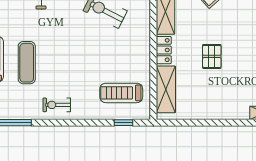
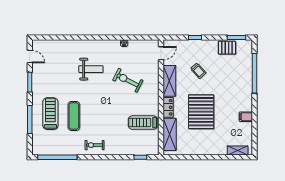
pallet: (212, 56) -> (201, 112), width x2.05, depth x2.00
treadmill: (121, 93) -> (143, 123), moved

